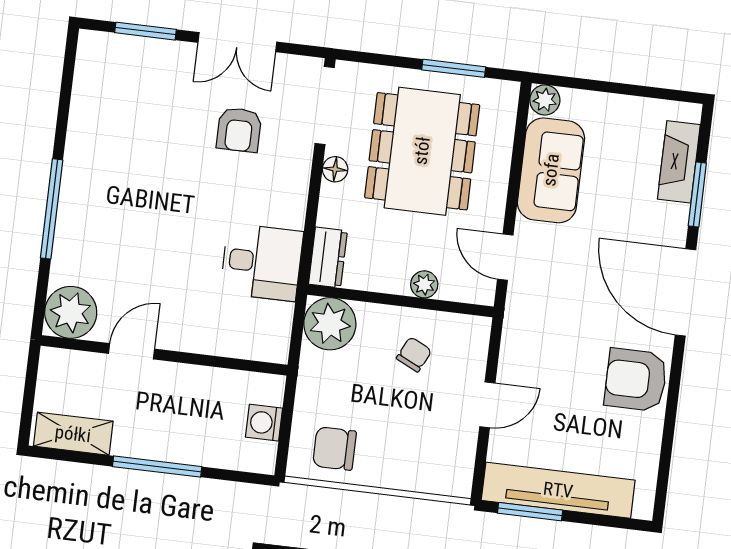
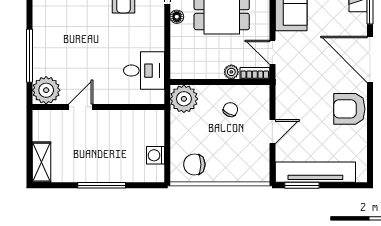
dresser: (328, 257) -> (179, 64), removed
bookcase: (468, 292) -> (255, 73), added
plant: (71, 312) -> (46, 90), moved
door: (132, 351) -> (81, 107), moved
wall: (164, 355) -> (98, 107), moved
shelving: (73, 434) -> (41, 162), moved, turned 90

